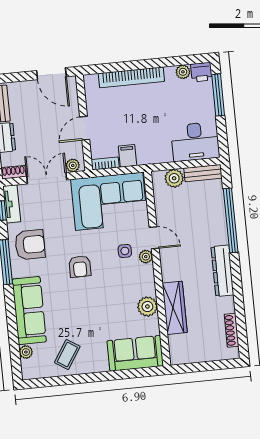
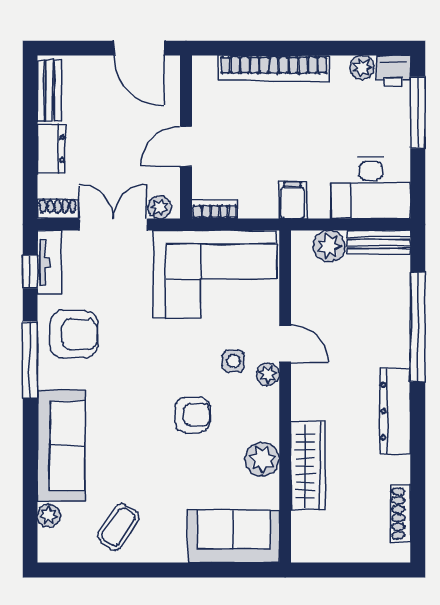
filing cabinet: (128, 156) -> (292, 200), moved
armchair: (80, 267) -> (192, 415), moved, turned -90

